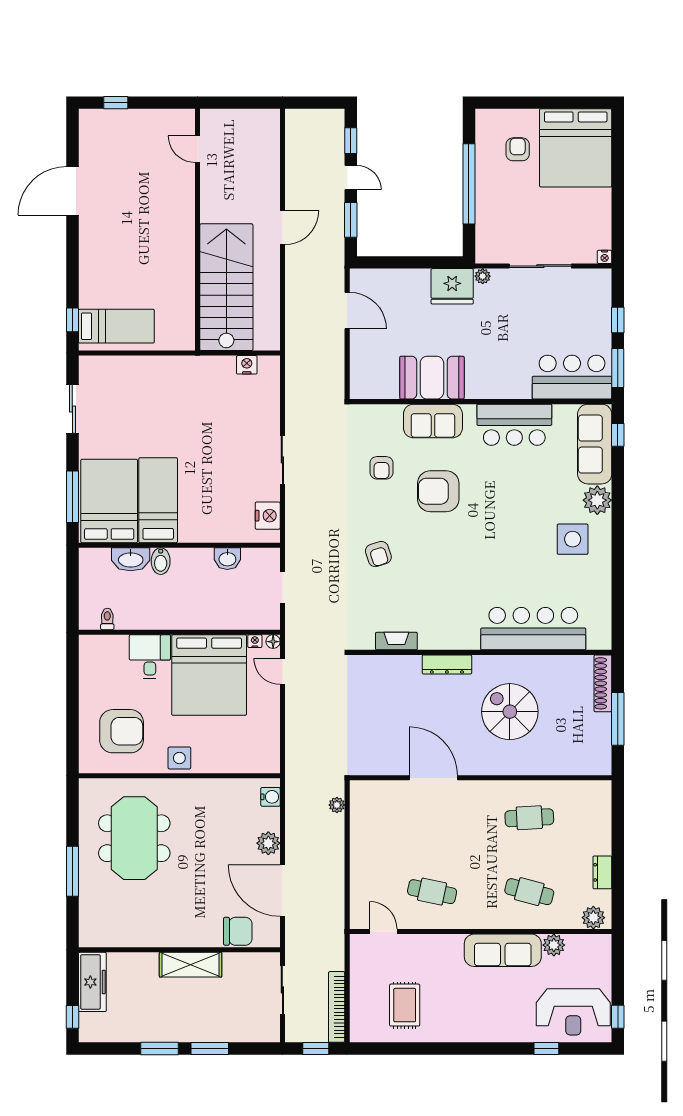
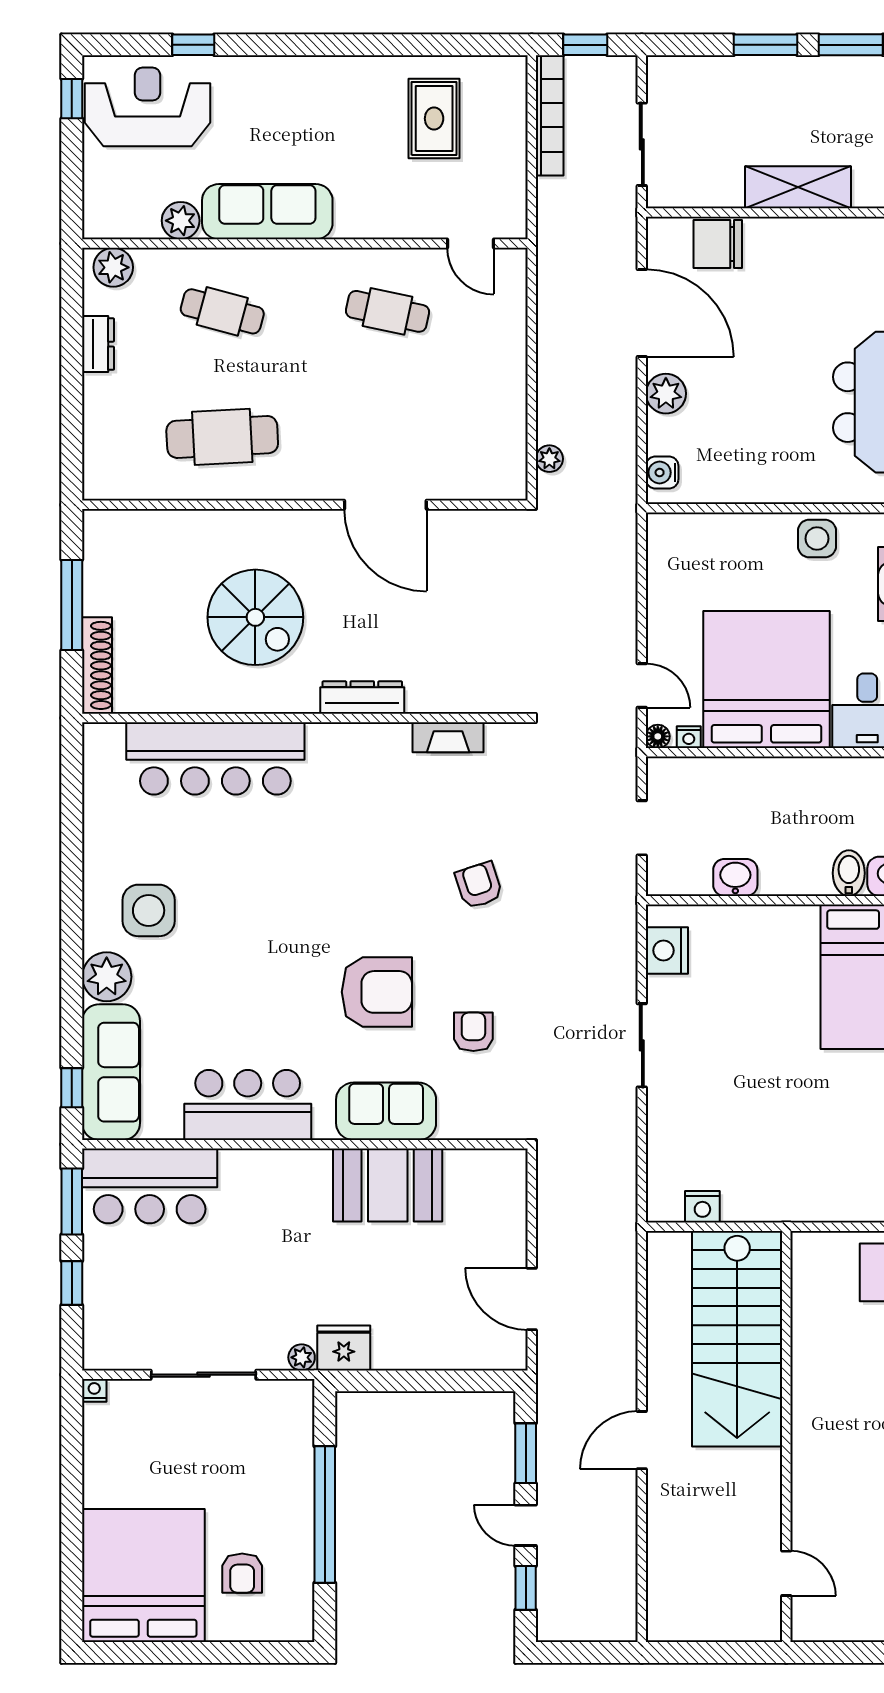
fridge: (452, 286) -> (344, 1348), width x0.73, depth x0.75
cafe table: (529, 818) -> (222, 437), width x1.37, depth x1.35

